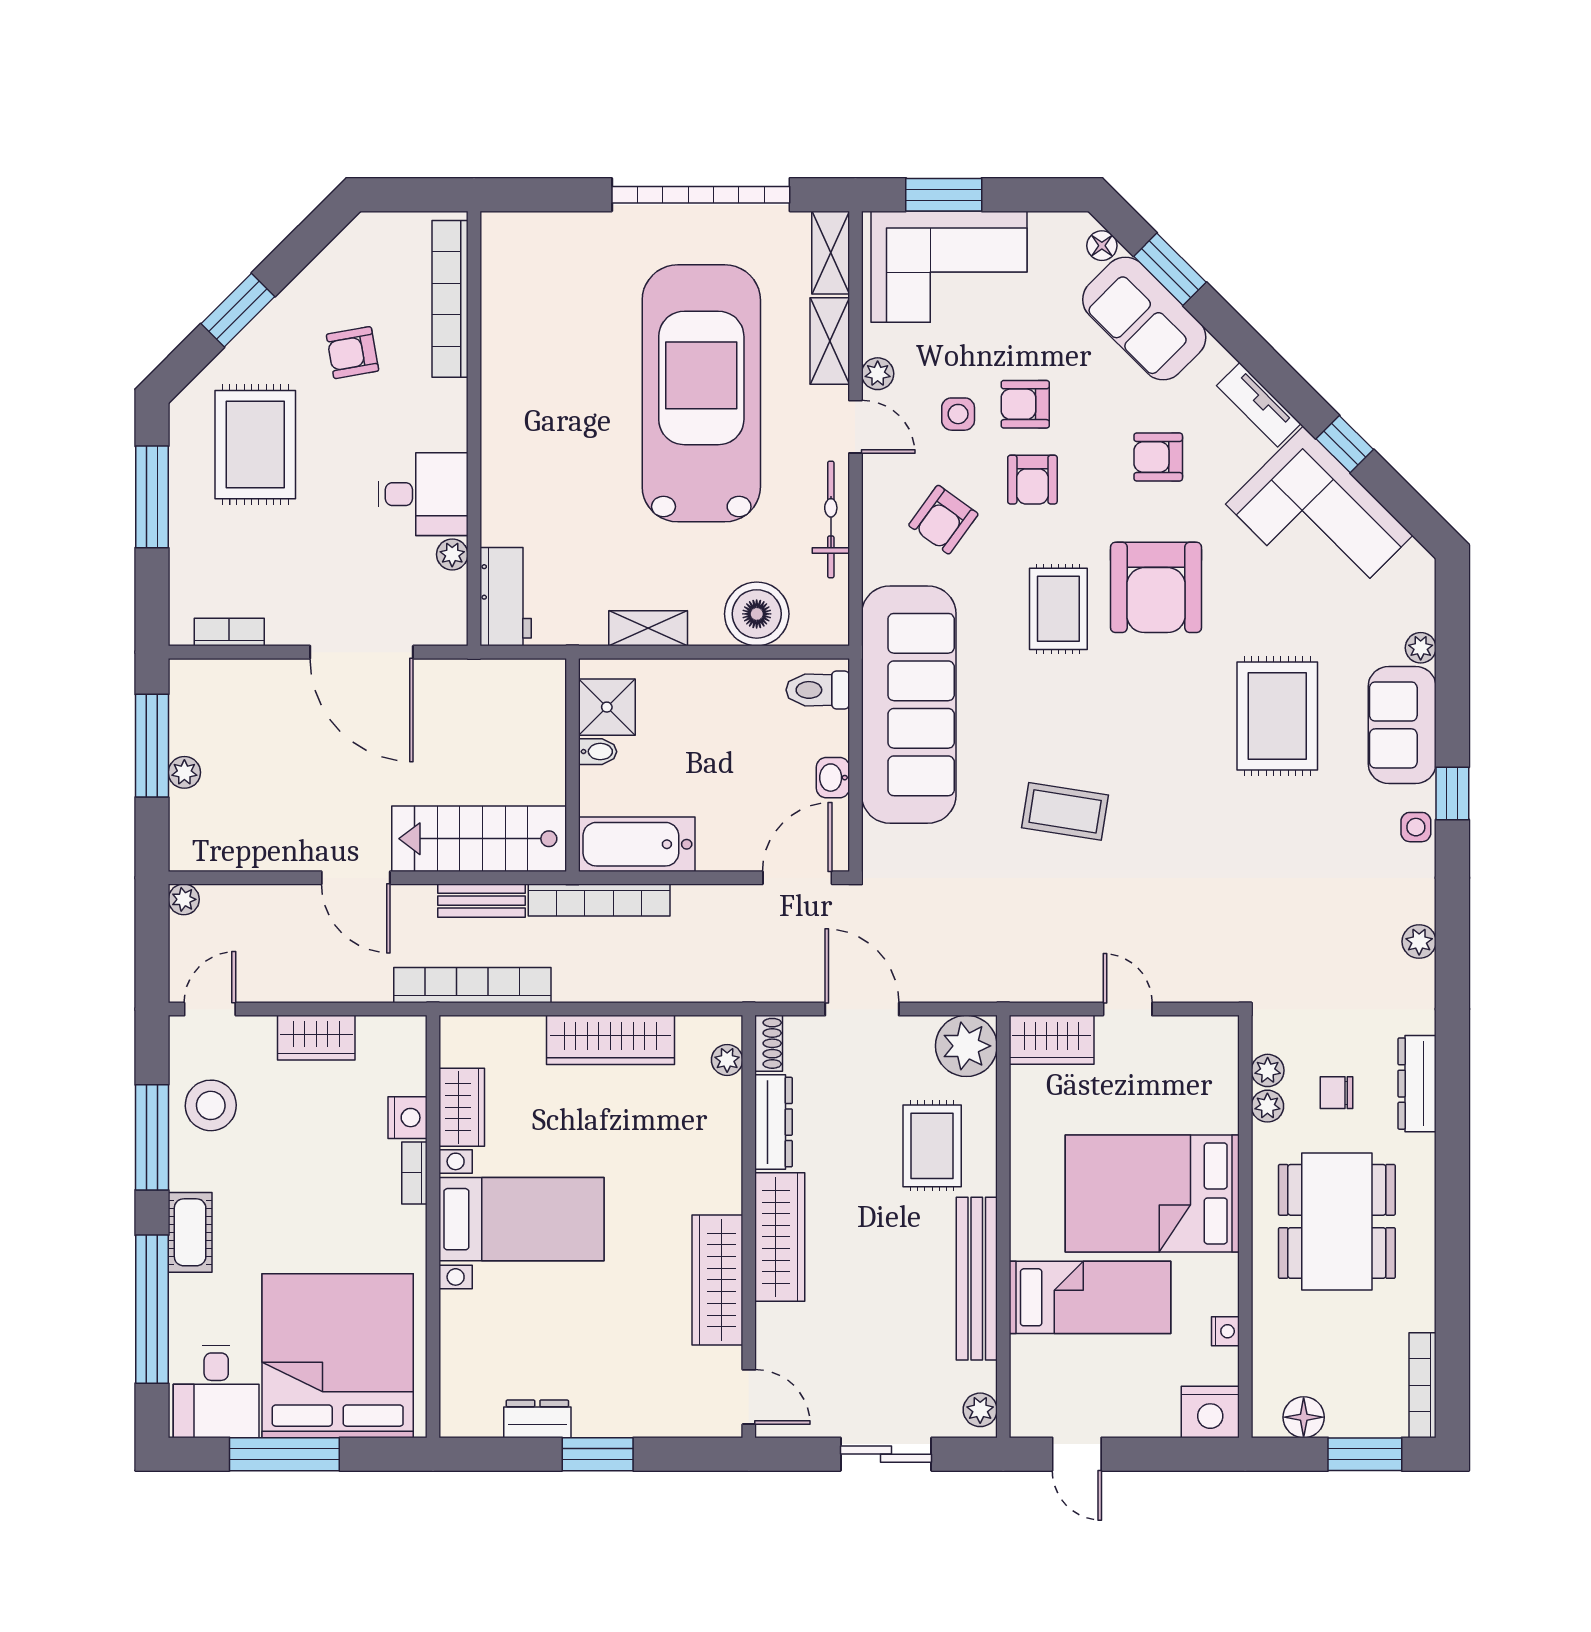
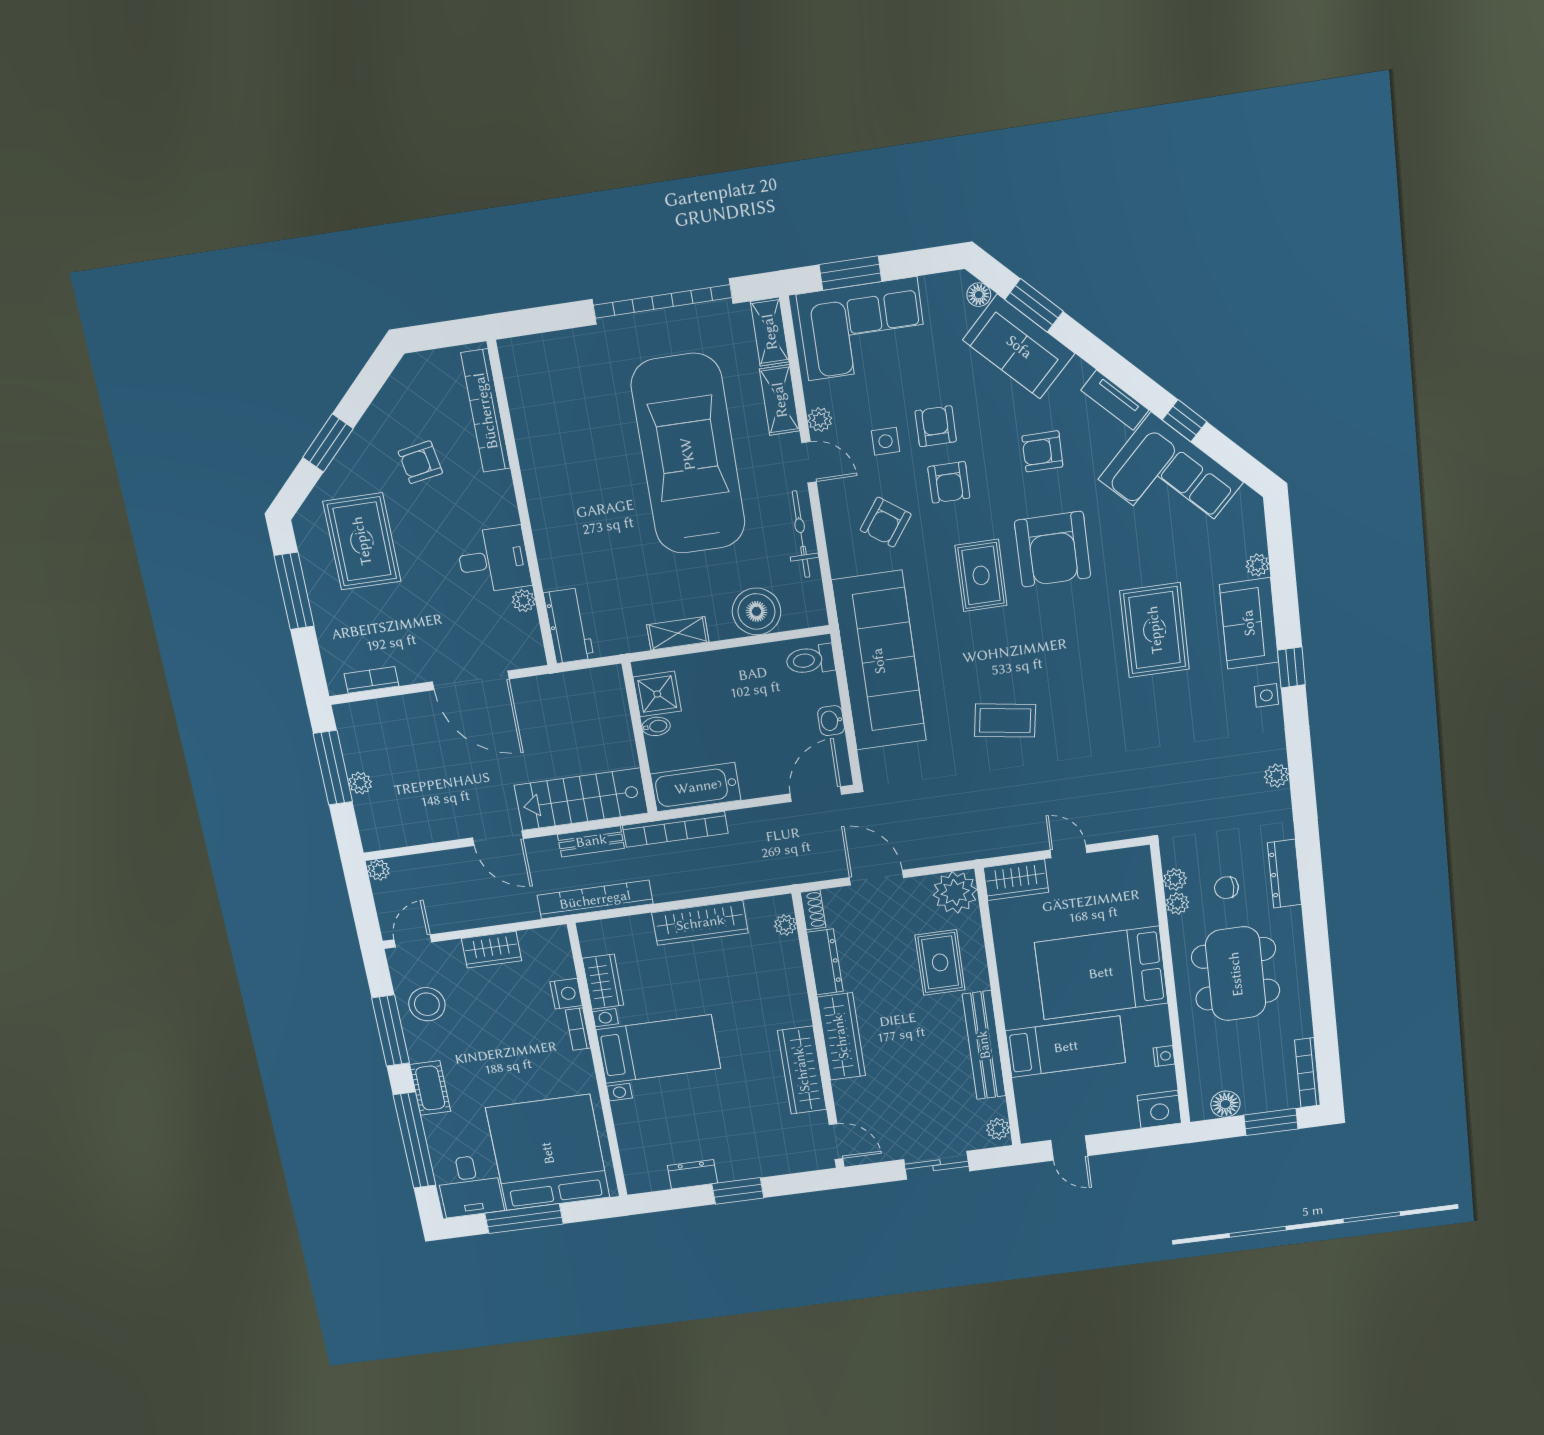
armchair: (1025, 404) -> (936, 426), turned 90

